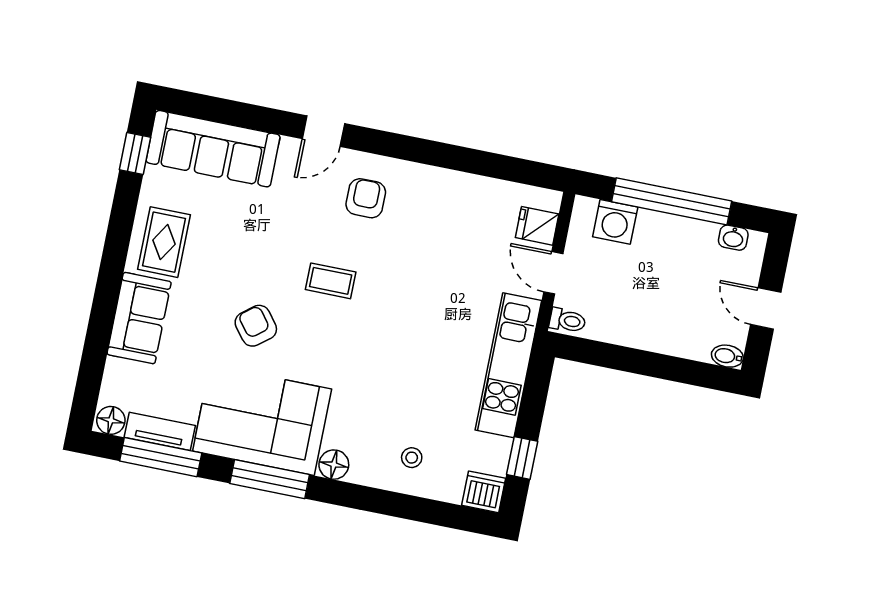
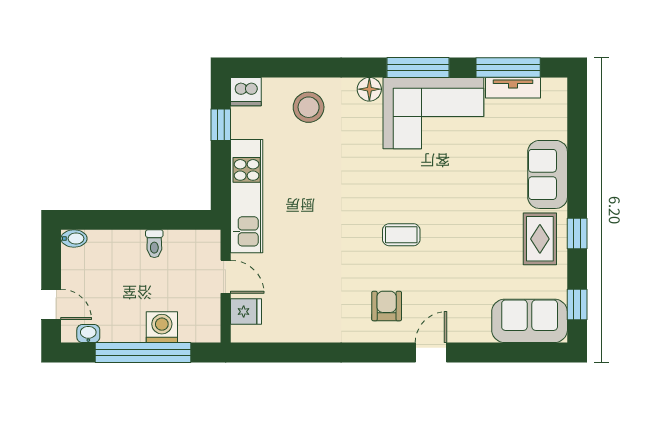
sofa: (213, 149) -> (530, 321), width x0.73
armchair: (366, 198) -> (387, 306), turned 180
washing machine: (615, 222) -> (162, 327), moved
window: (118, 239) -> (577, 233), added
door: (766, 308) -> (51, 304), moved
toilet: (567, 321) -> (154, 244), moved, turned -90
armchair: (256, 326) -> (454, 187), removed
floor lamp: (111, 420) -> (554, 89), removed
stool: (412, 458) -> (309, 107), width x1.89, depth x1.89

